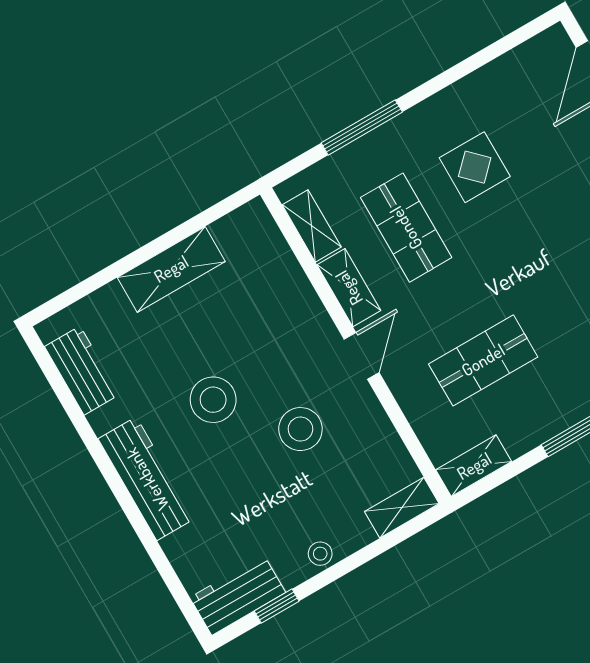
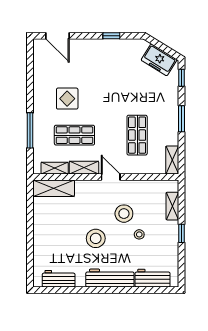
shelving: (171, 269) -> (54, 188), moved, turned 90
shelving: (402, 508) -> (172, 206), moved
stool: (320, 554) -> (139, 234), moved
workbench: (238, 595) -> (153, 278), moved, turned 90
window: (277, 606) -> (181, 233), moved

